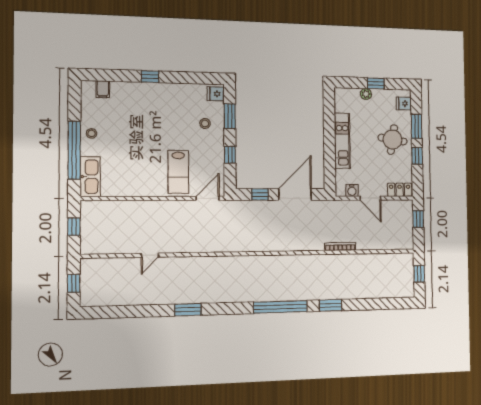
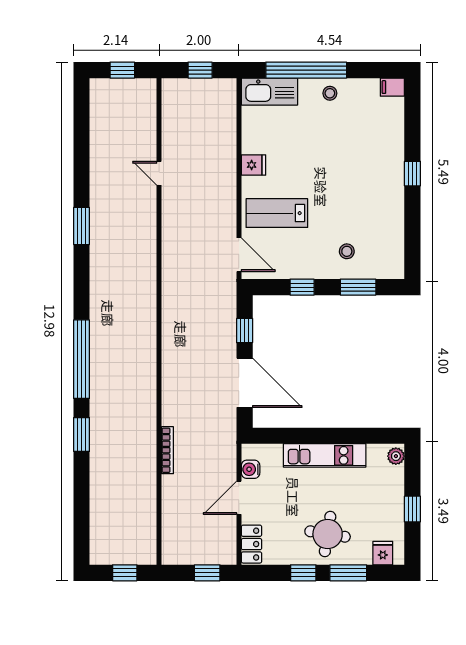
filing cabinet: (103, 89) -> (392, 87), moved
fridge: (216, 94) -> (254, 165), moved, turned 90
plant: (366, 94) -> (396, 456), moved

